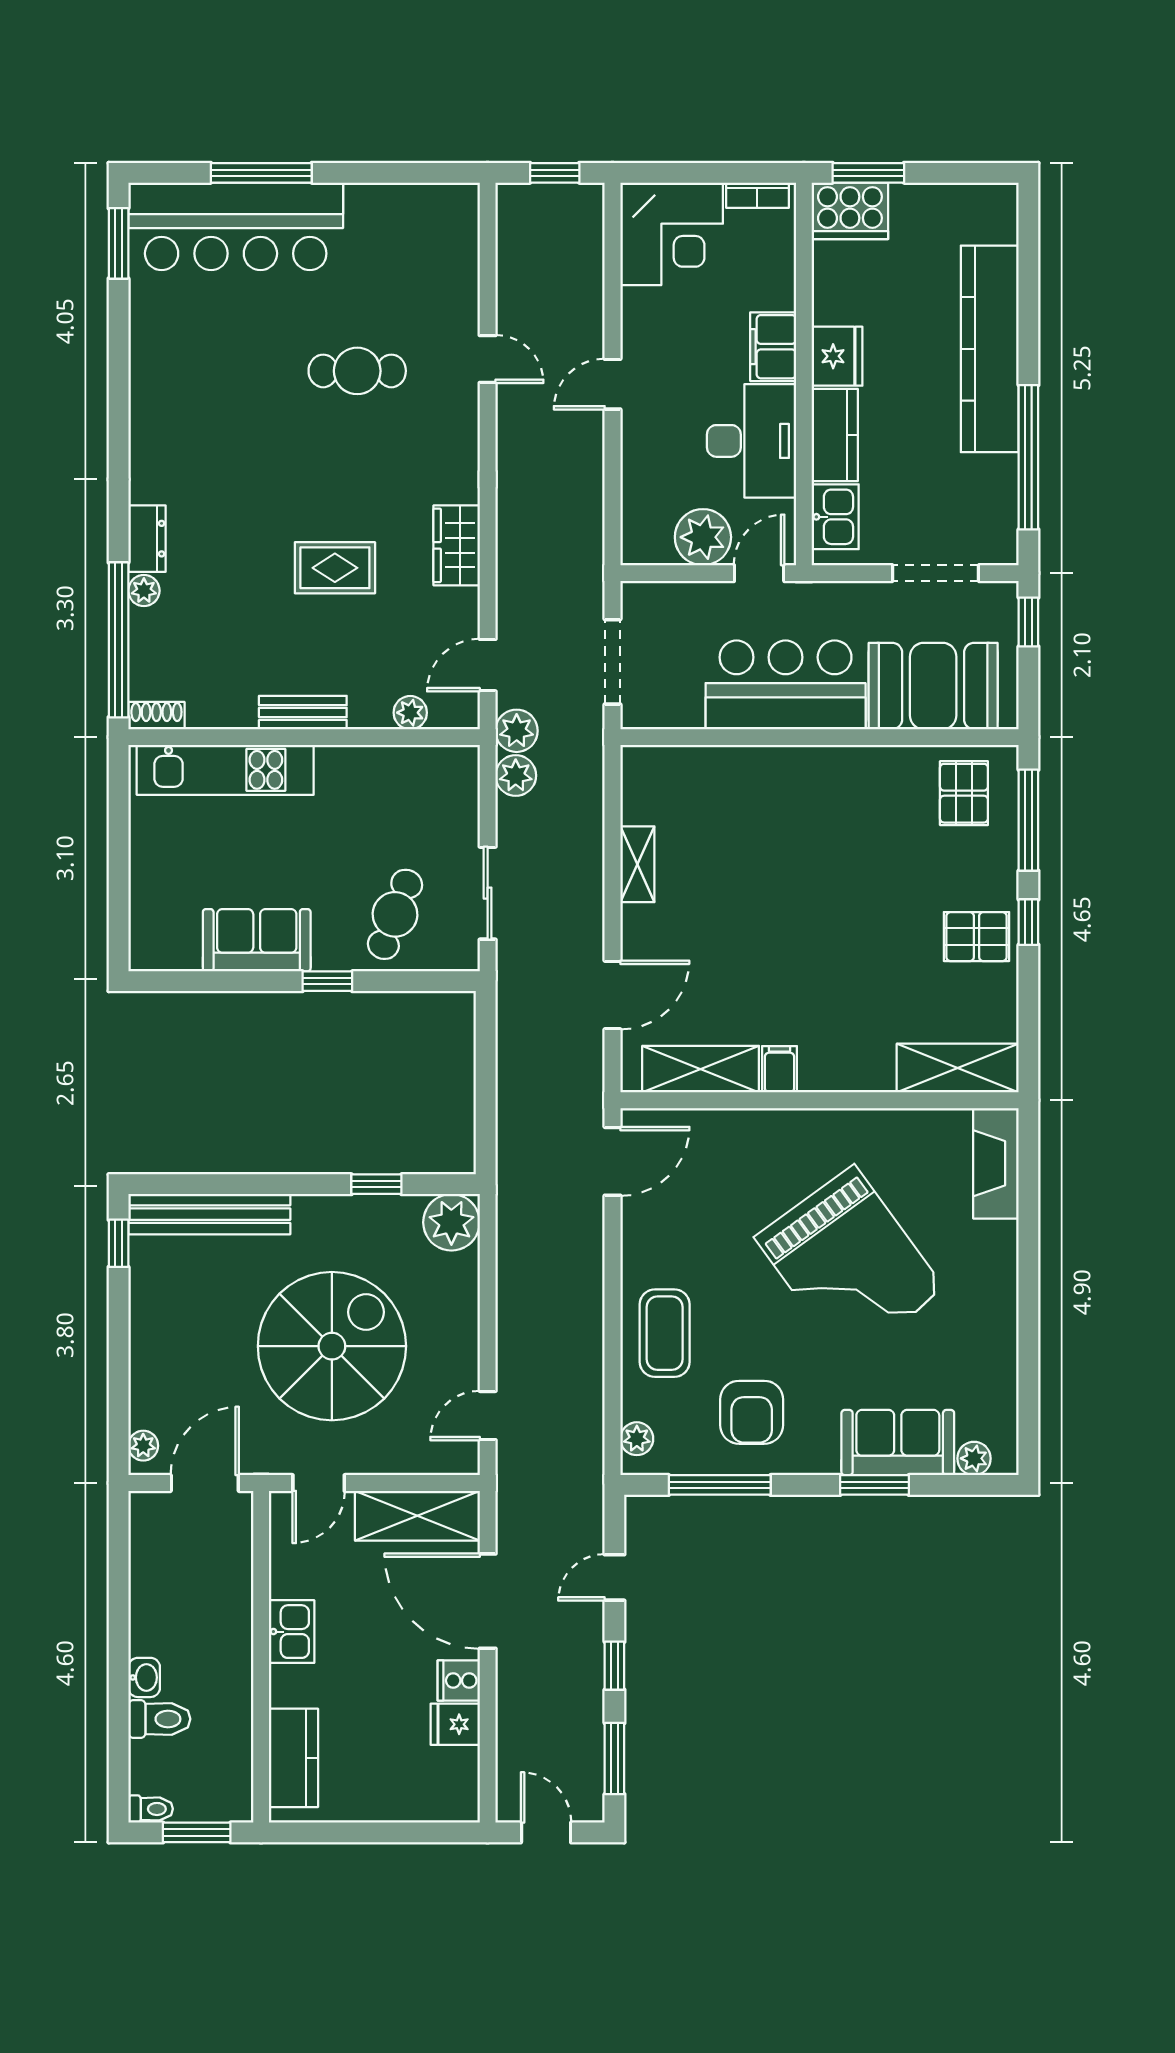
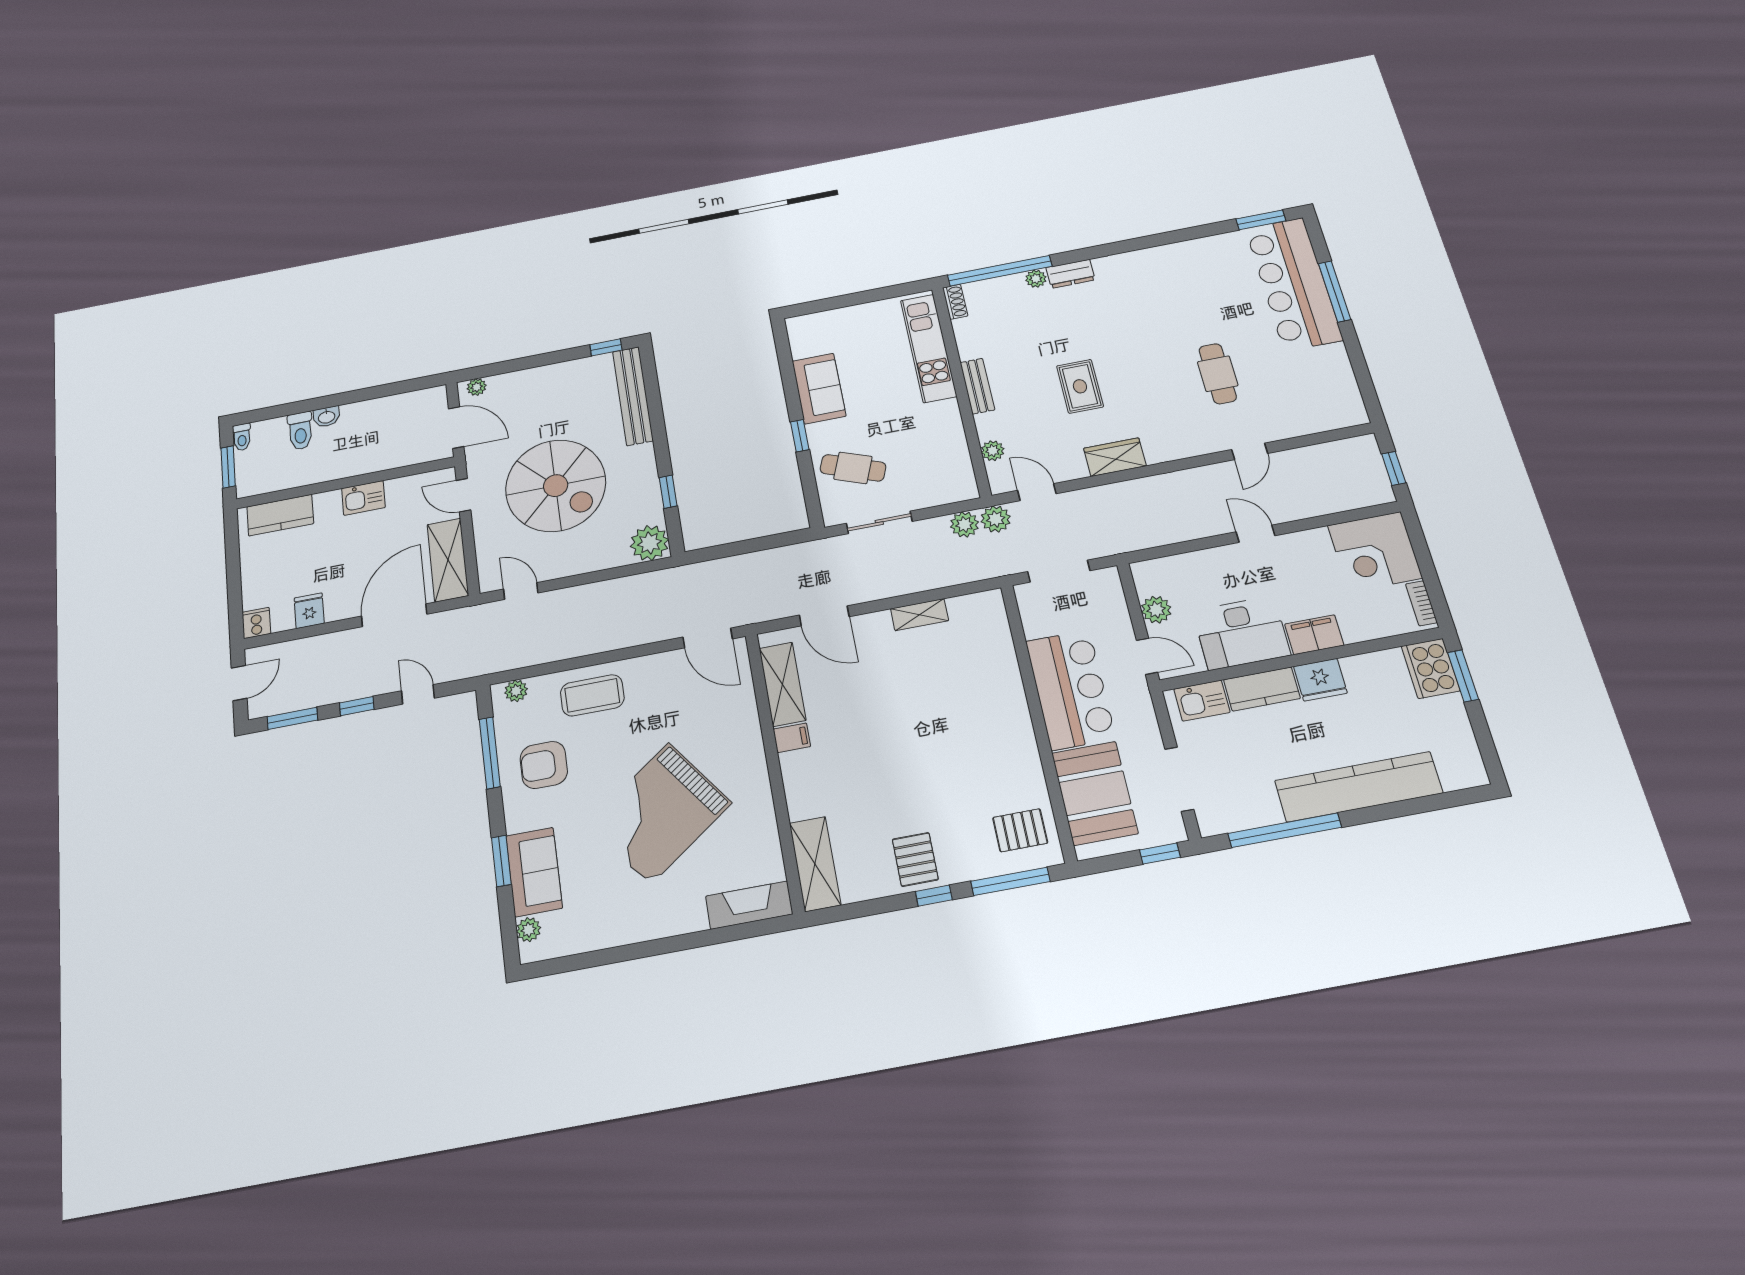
plant: (703, 537) -> (1156, 610), width x0.73, depth x0.73
cooker: (459, 1681) -> (256, 623), moved

